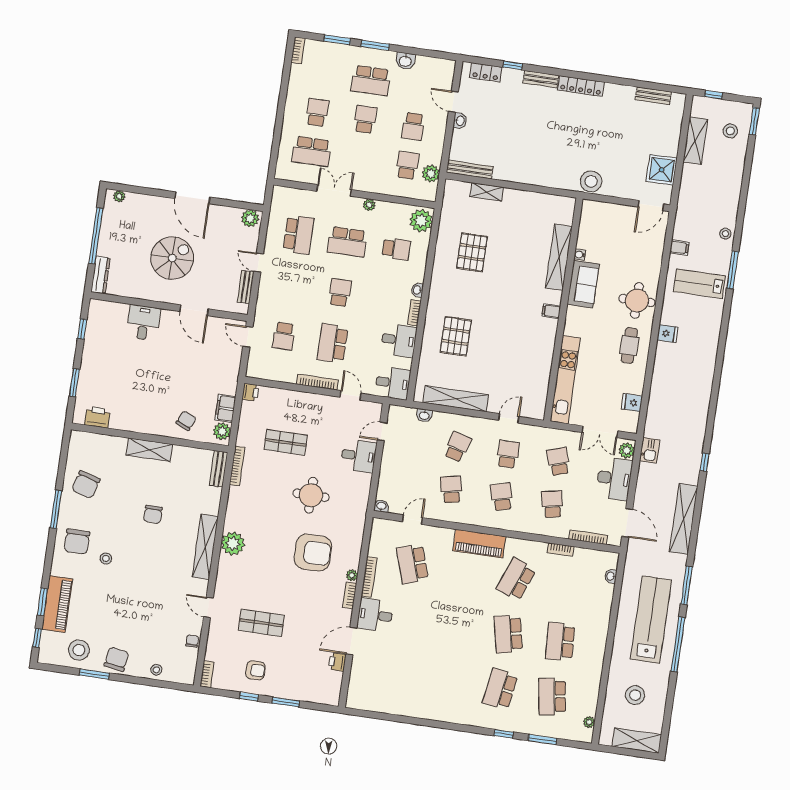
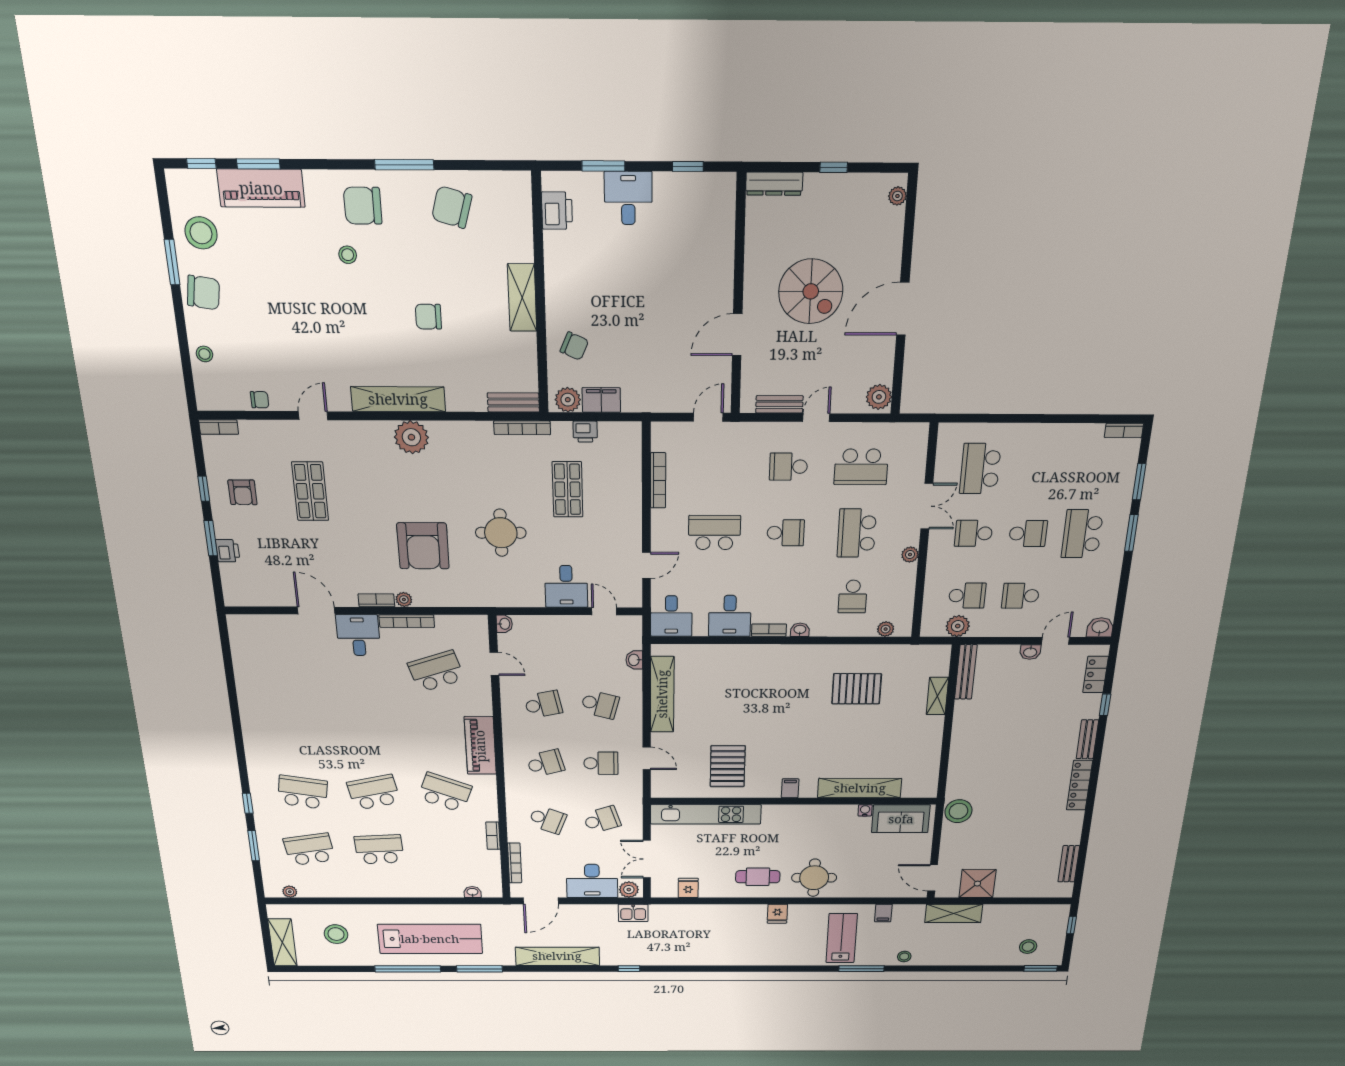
washbasin: (405, 61) -> (1100, 627), moved, turned 90
school desk: (317, 112) -> (974, 533), moved, turned 180
shelving: (695, 141) -> (954, 913), moved
plant: (421, 221) -> (886, 629), width x0.53, depth x0.53
window: (96, 236) -> (834, 167), width x0.32
sofa: (583, 284) -> (901, 819), moved
desk: (143, 323) -> (628, 198), moved, turned -90
school desk: (284, 336) -> (788, 467), moved
pallet: (456, 336) -> (728, 766), moved, turned 90
bookcase: (317, 382) -> (658, 480), moved
printer: (250, 392) -> (585, 432), moved
school desk: (552, 504) -> (547, 820), turned 33
printer: (337, 662) -> (228, 551), moved, turned 90

